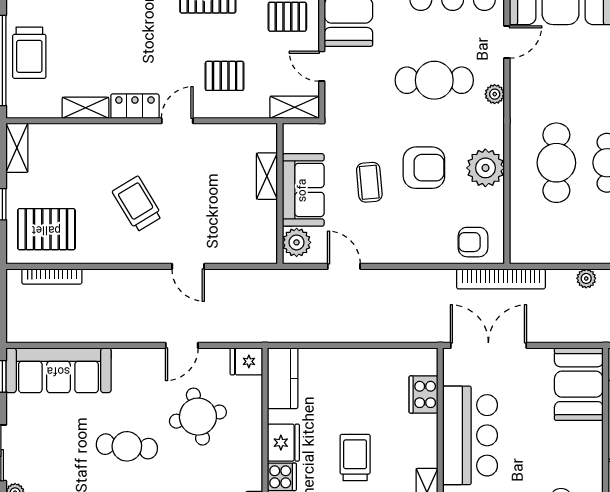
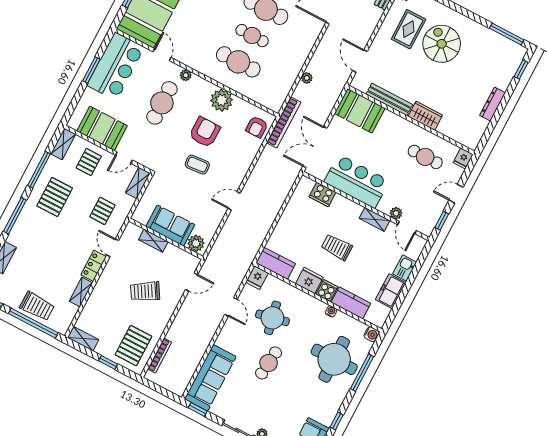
shelving: (267, 176) -> (153, 241), moved
sofa: (303, 190) -> (170, 226), moved
wall: (280, 194) -> (166, 239), moved
plant: (297, 242) -> (196, 243), moved

